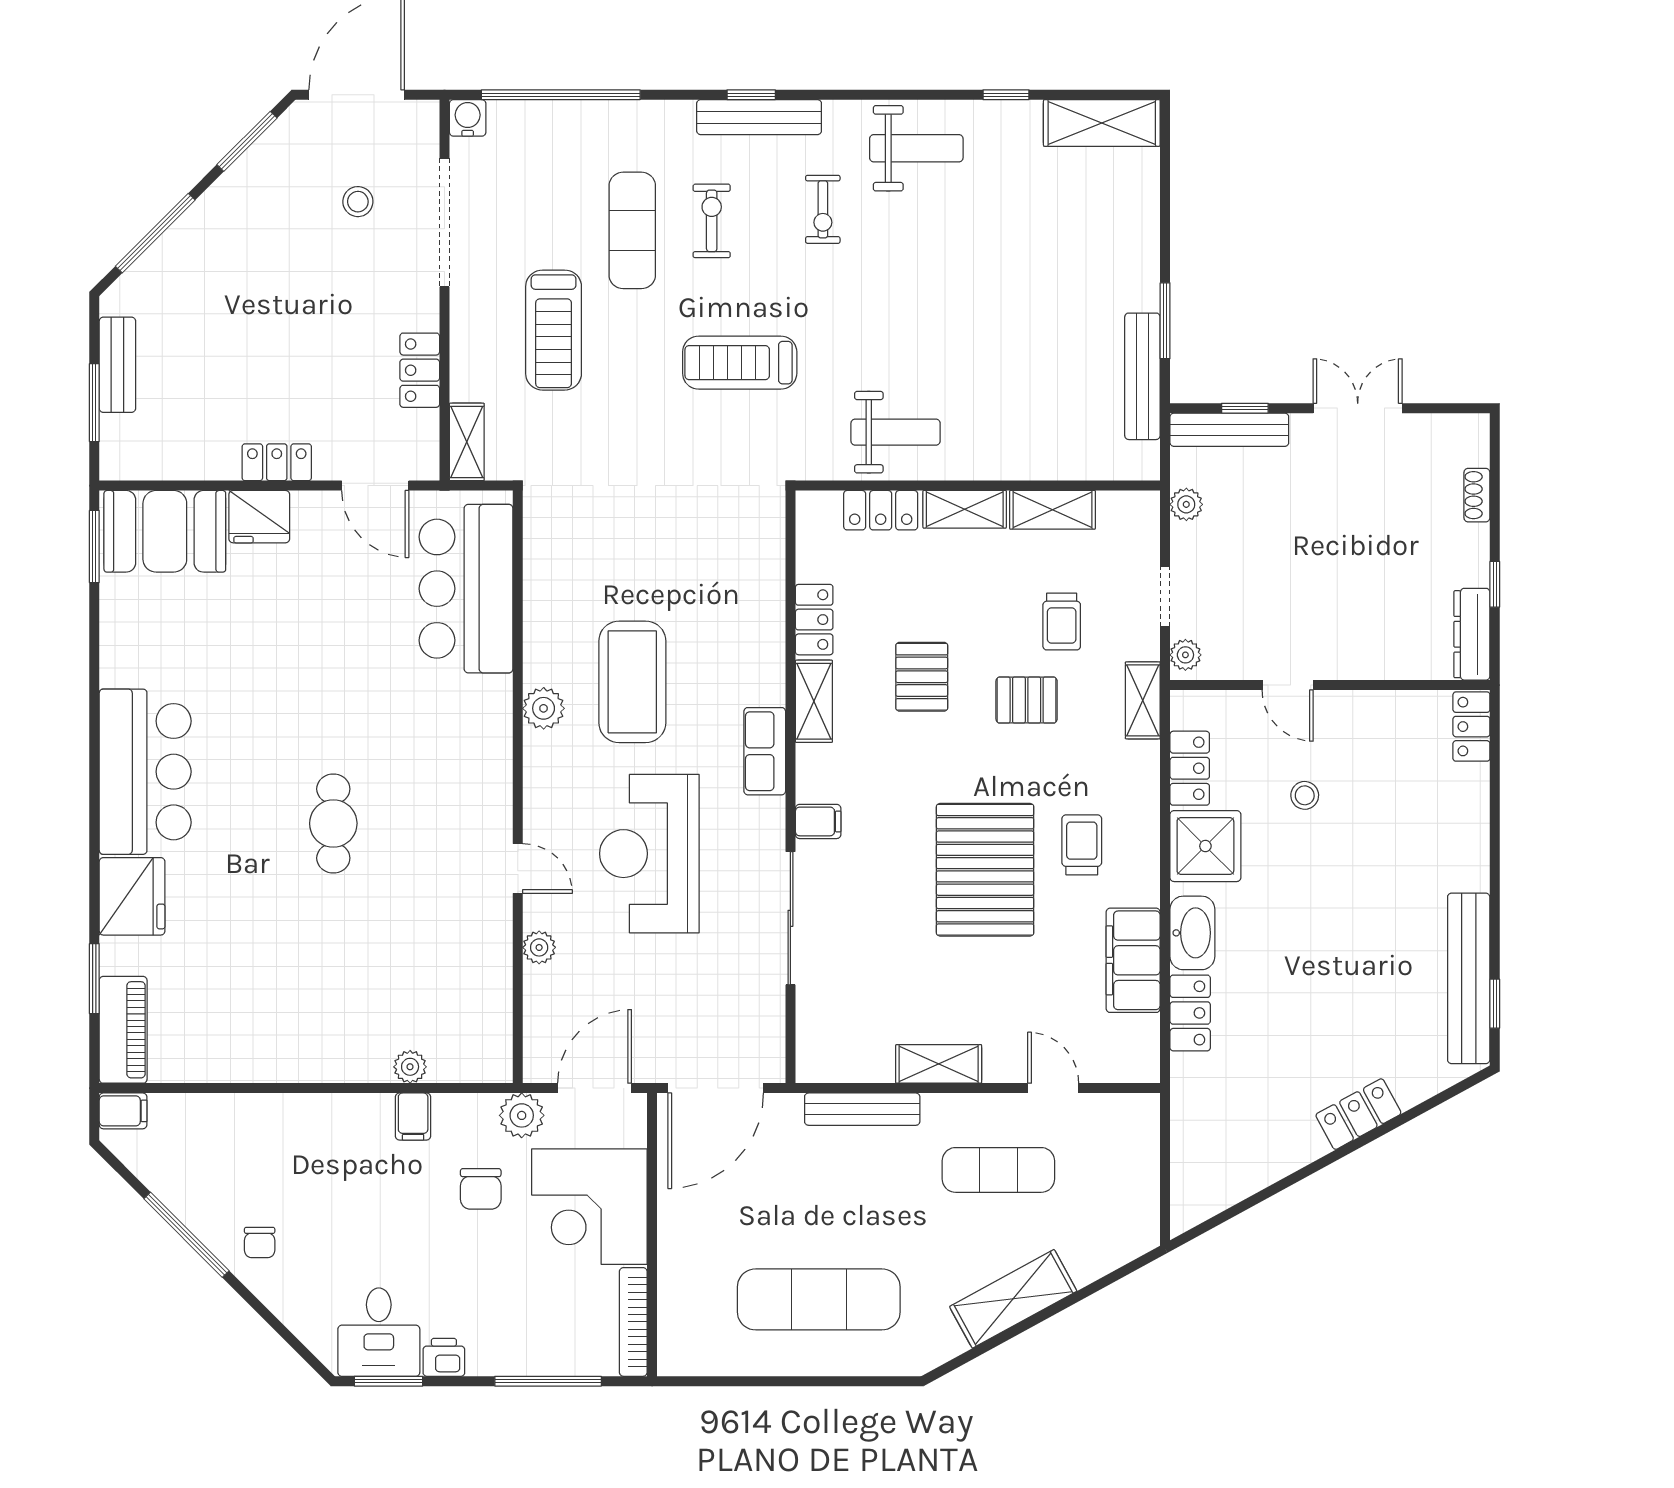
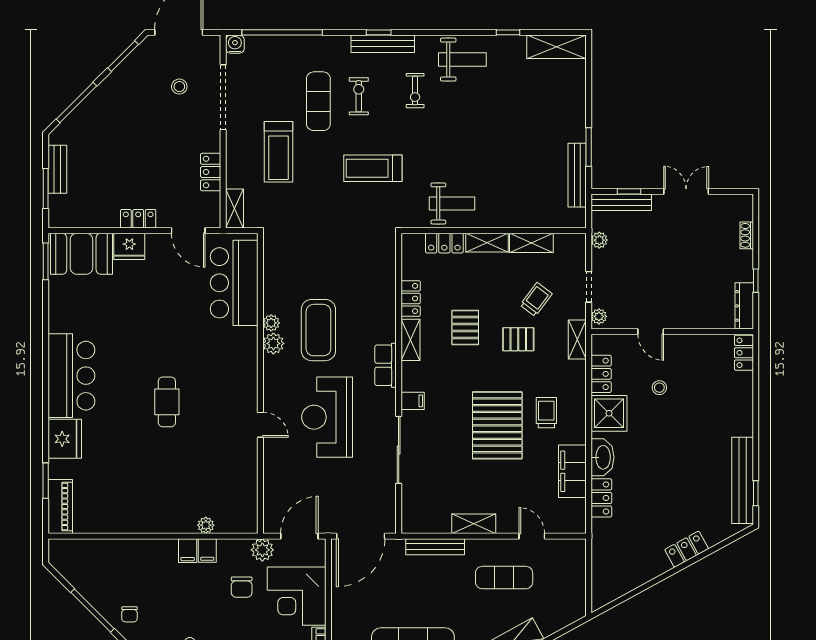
trolley: (1062, 622) -> (536, 300), turned -143
plant: (539, 947) -> (271, 323), moved
filing cabinet: (123, 1111) -> (188, 551), moved, turned 90

